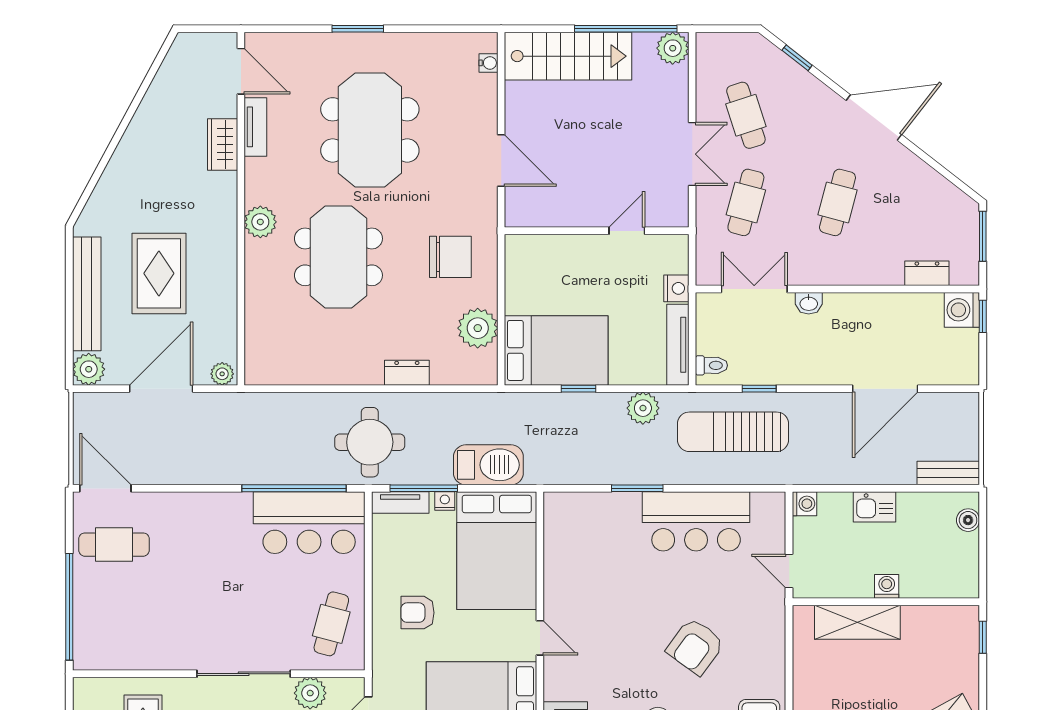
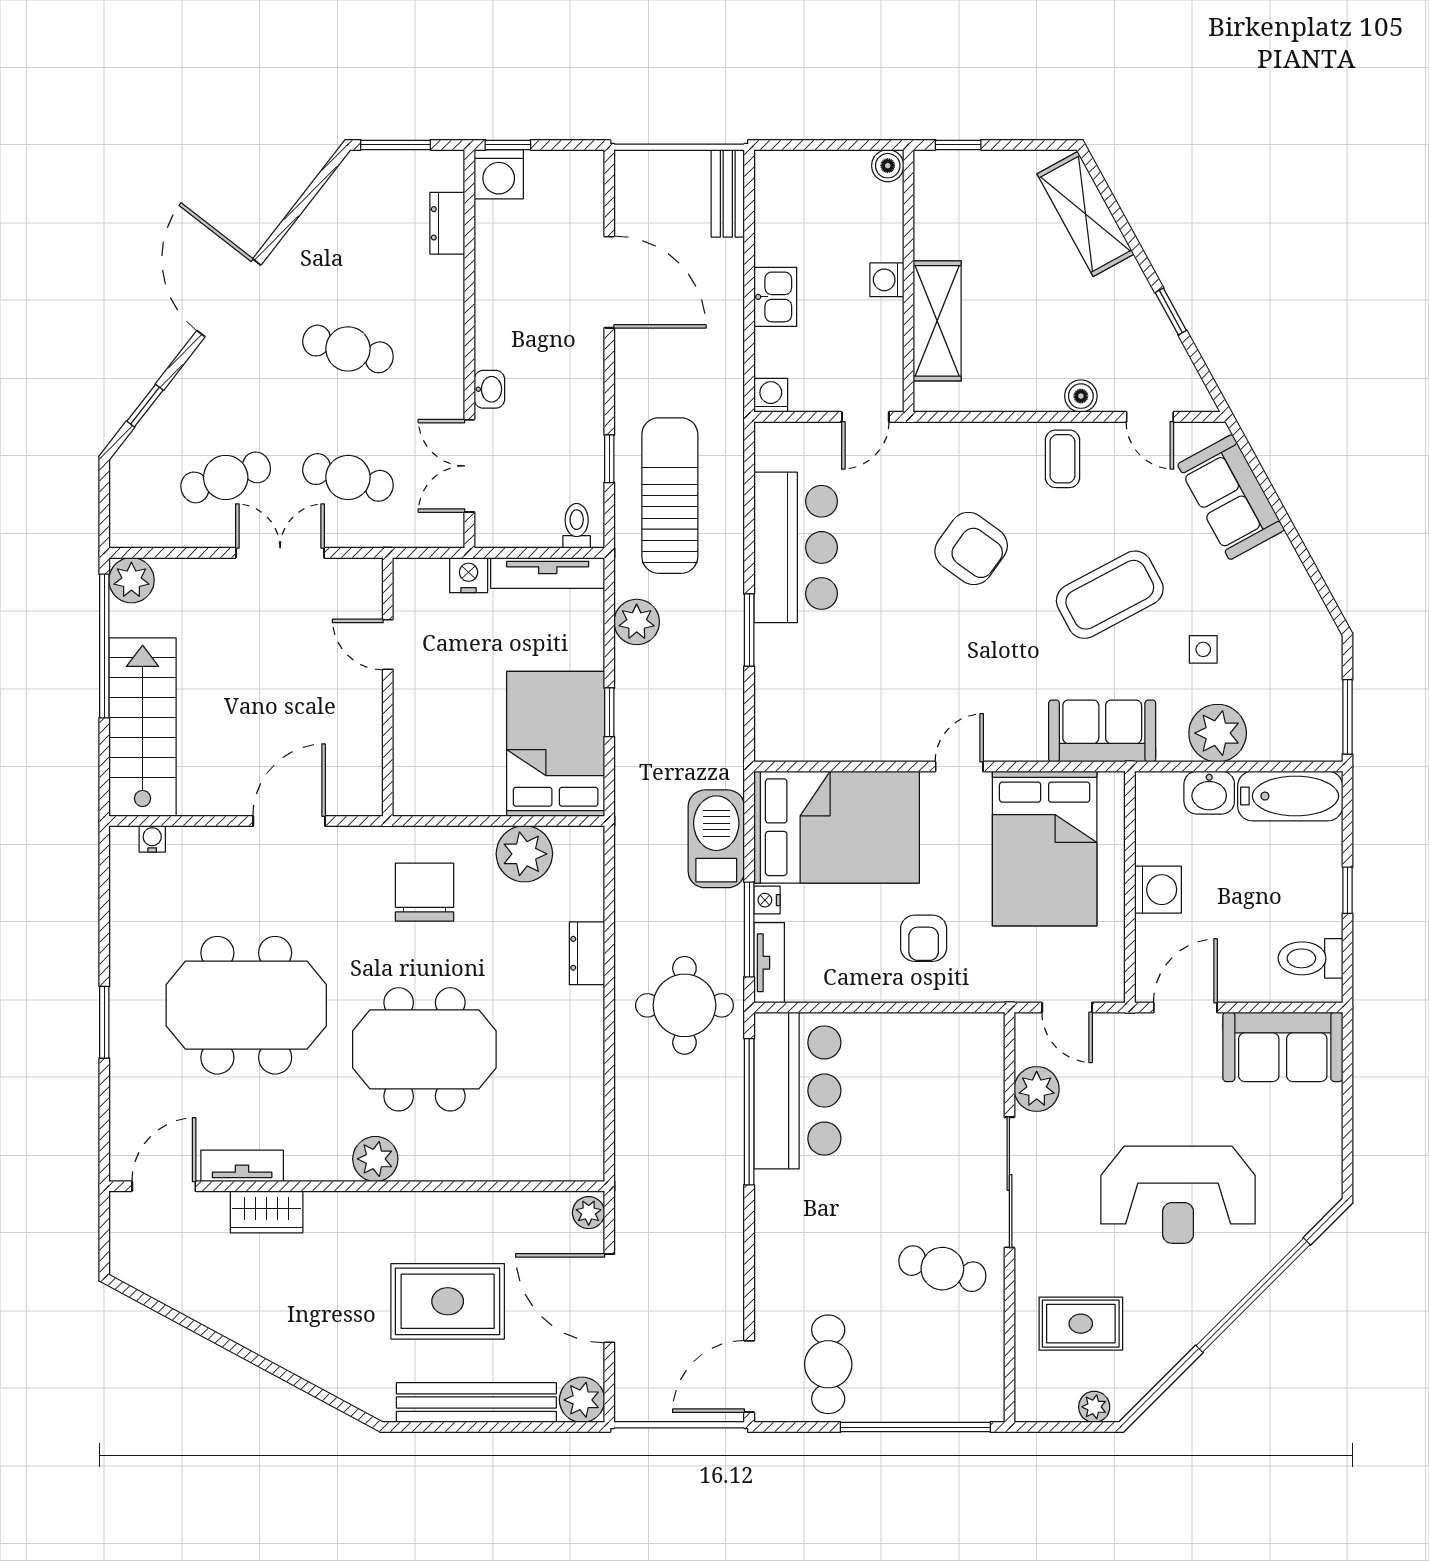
sun lounger: (733, 432) -> (670, 496), turned 180
boiler: (968, 520) -> (888, 166), moved
cafe table: (331, 624) -> (942, 1269), moved

